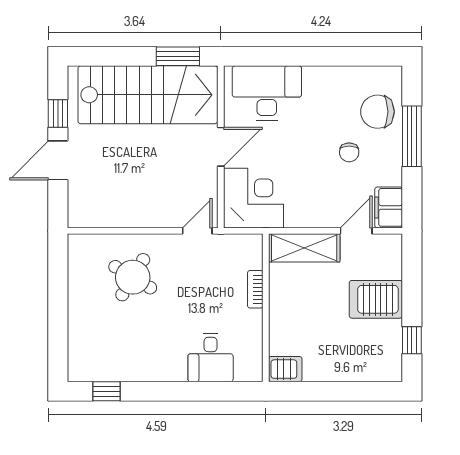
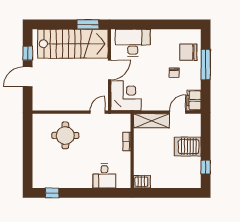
round table: (133, 277) -> (65, 135), turned -31

